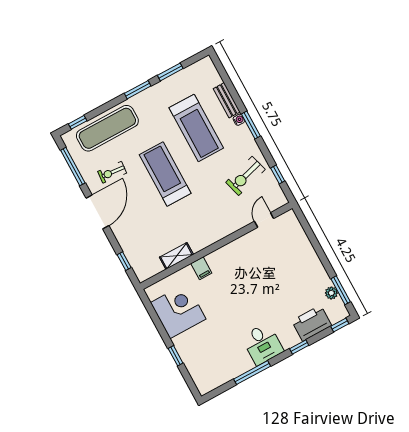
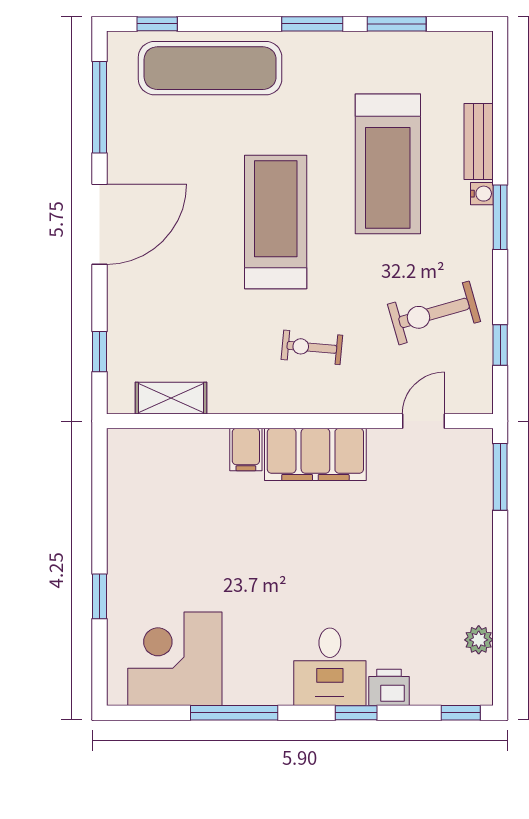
exercise bike: (112, 172) -> (312, 347), moved
shelving: (176, 256) -> (171, 398), moved
filing cabinet: (229, 256) -> (315, 454), added
window: (341, 290) -> (500, 477), moved
corner desk: (178, 311) -> (175, 659), moved, turned -90
printer: (312, 323) -> (389, 687), width x0.53, depth x0.68
desk: (262, 344) -> (330, 667), moved

